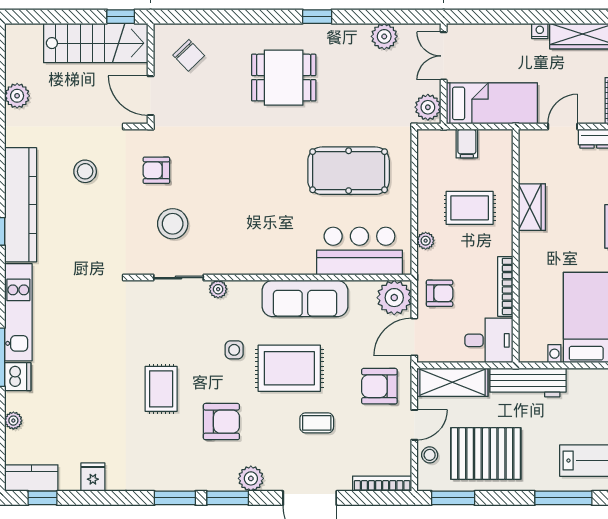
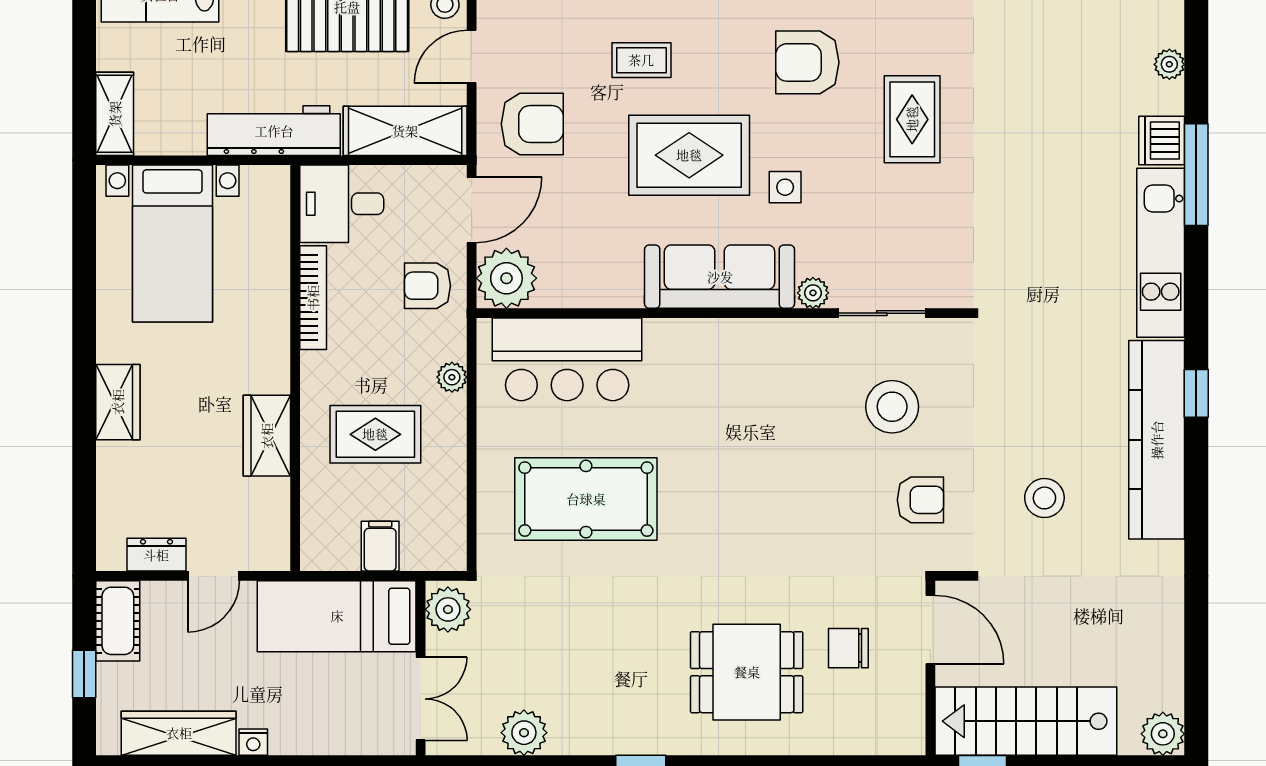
chair: (189, 55) -> (848, 648), moved, turned -46
dining table: (284, 78) -> (747, 672), moved
plant: (17, 96) -> (1163, 734), moved
sofa: (305, 298) -> (720, 277), moved

